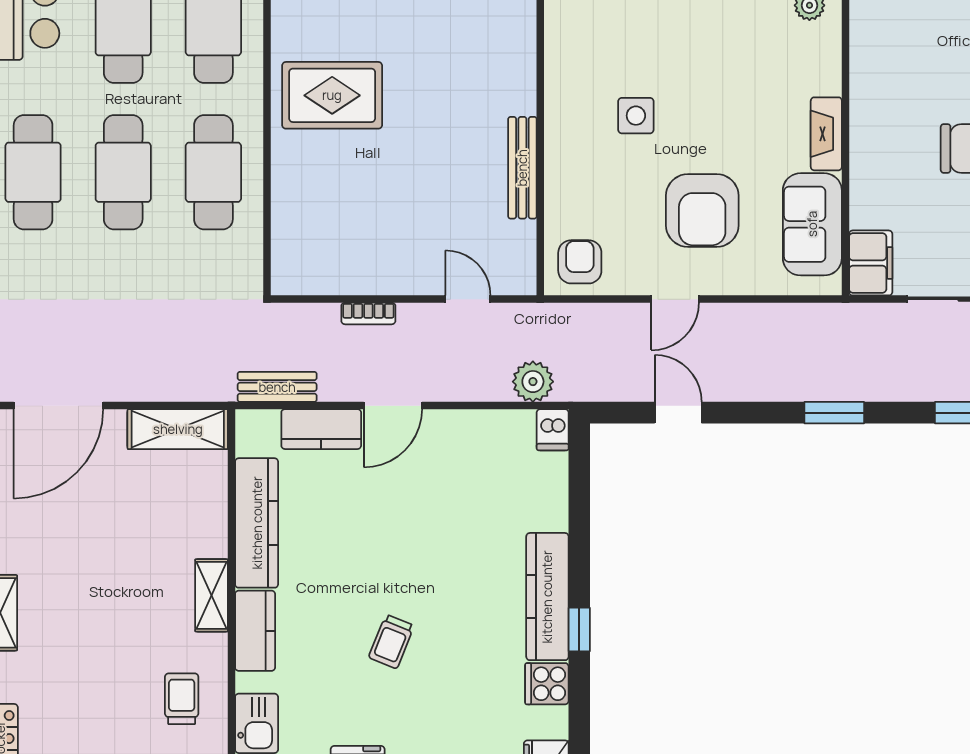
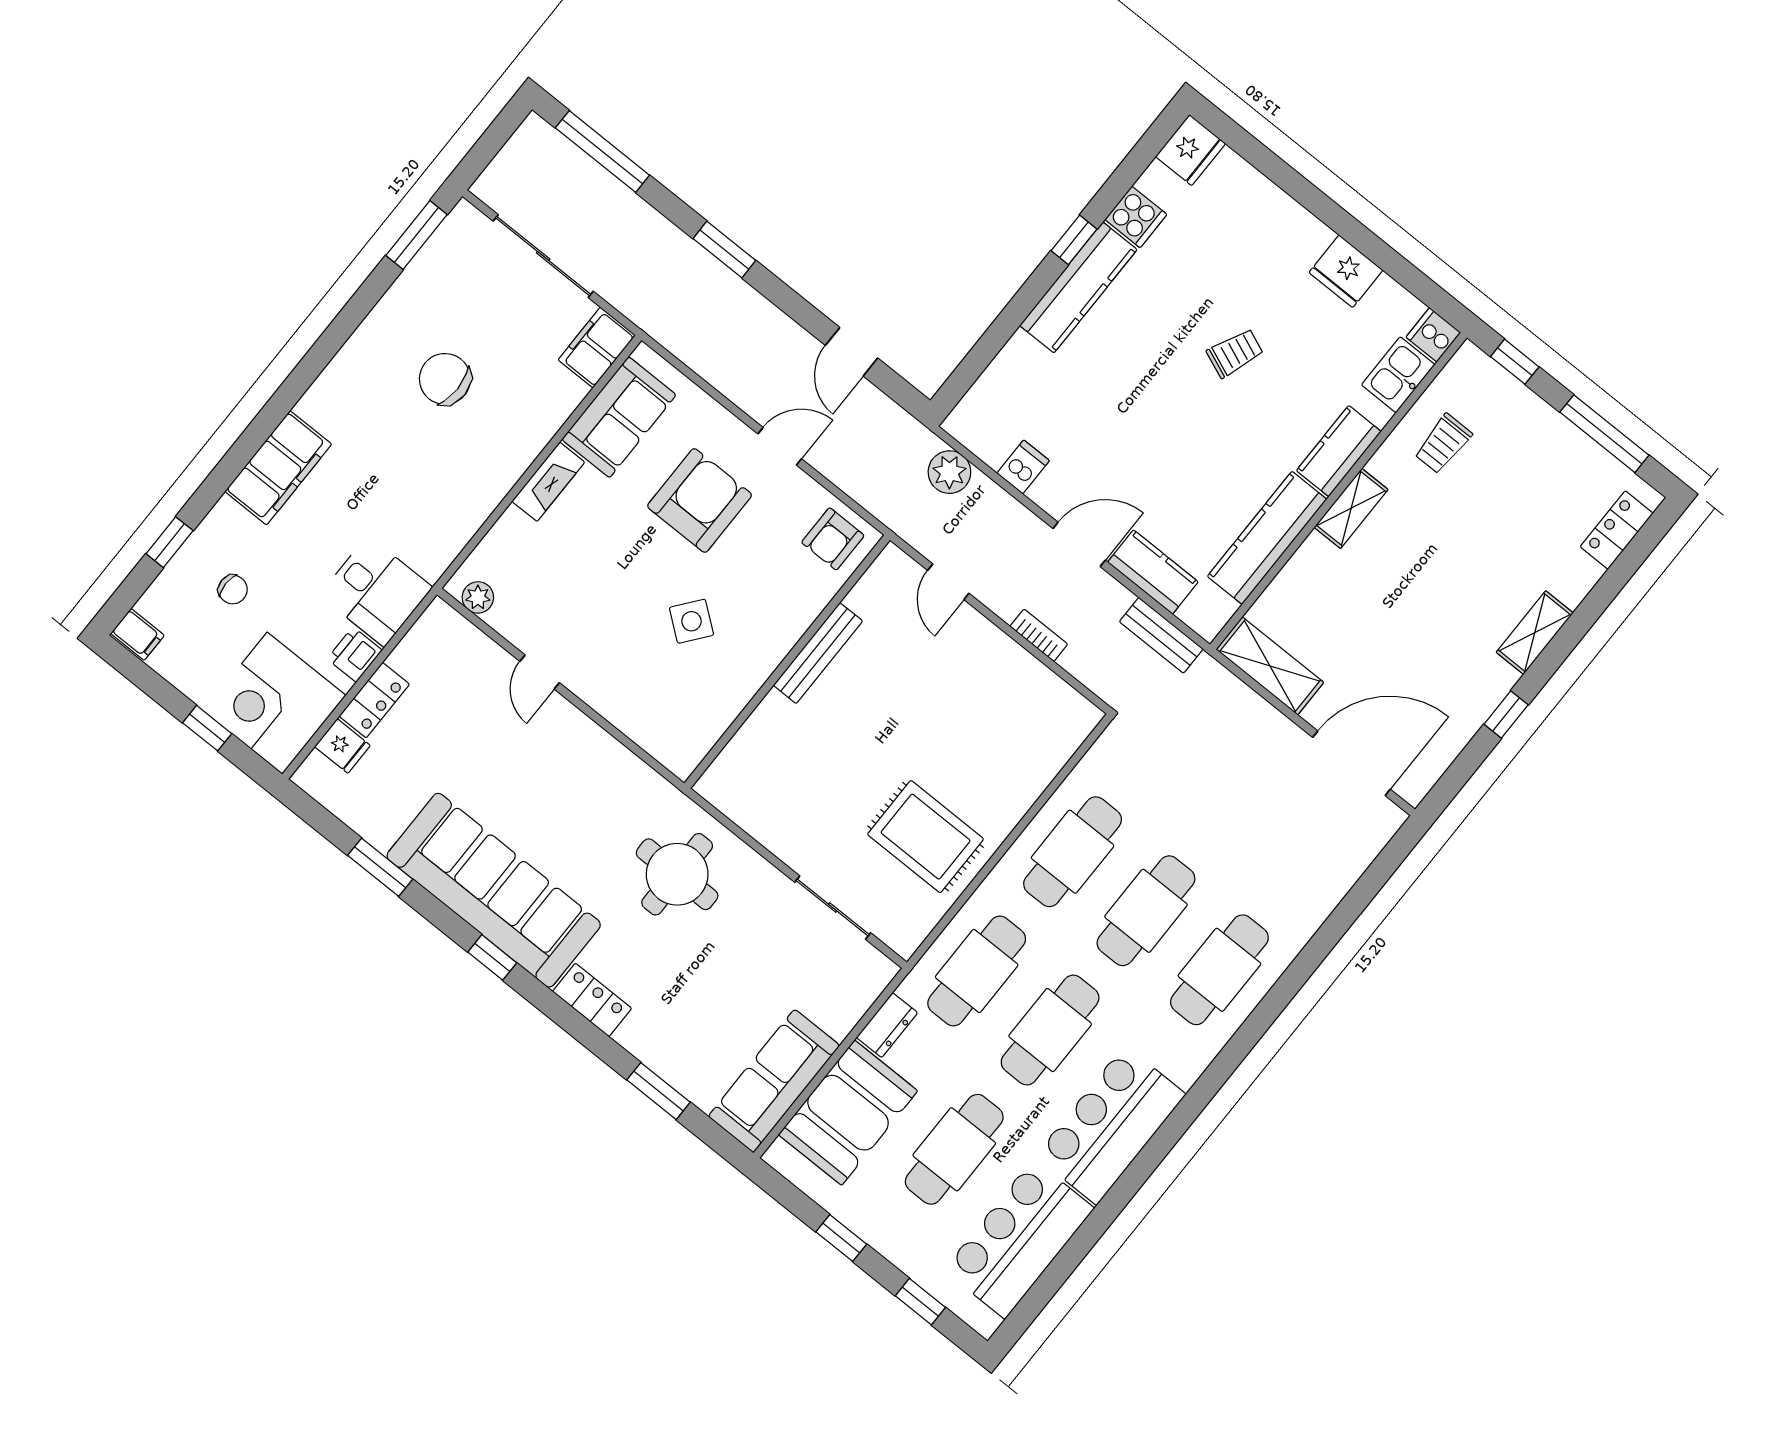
side table: (636, 116) -> (691, 621), turned 38
dishwasher: (553, 430) -> (1023, 467), moved

